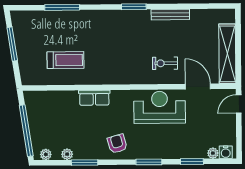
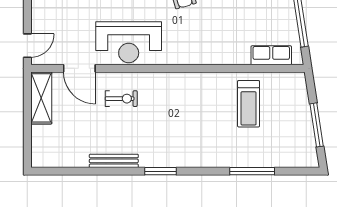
shelving: (227, 54) -> (41, 98), width x0.68
treadmill: (65, 60) -> (249, 104), turned -90
row of seats: (94, 98) -> (271, 55), moved

